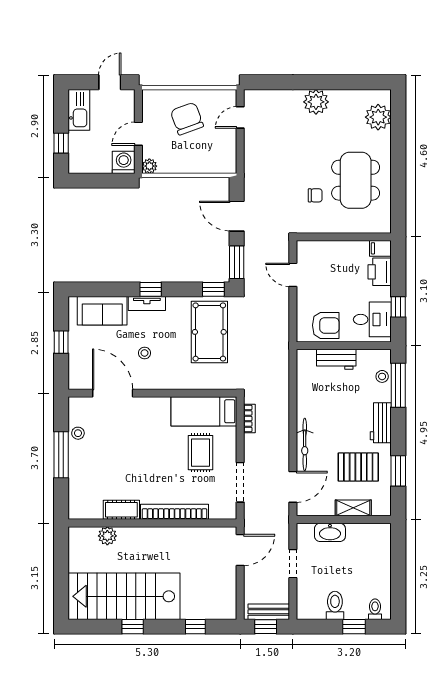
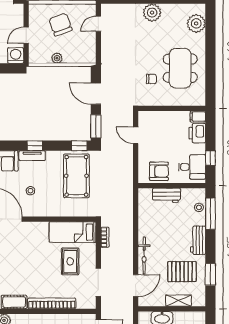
plant: (149, 166) -> (57, 58), moved

